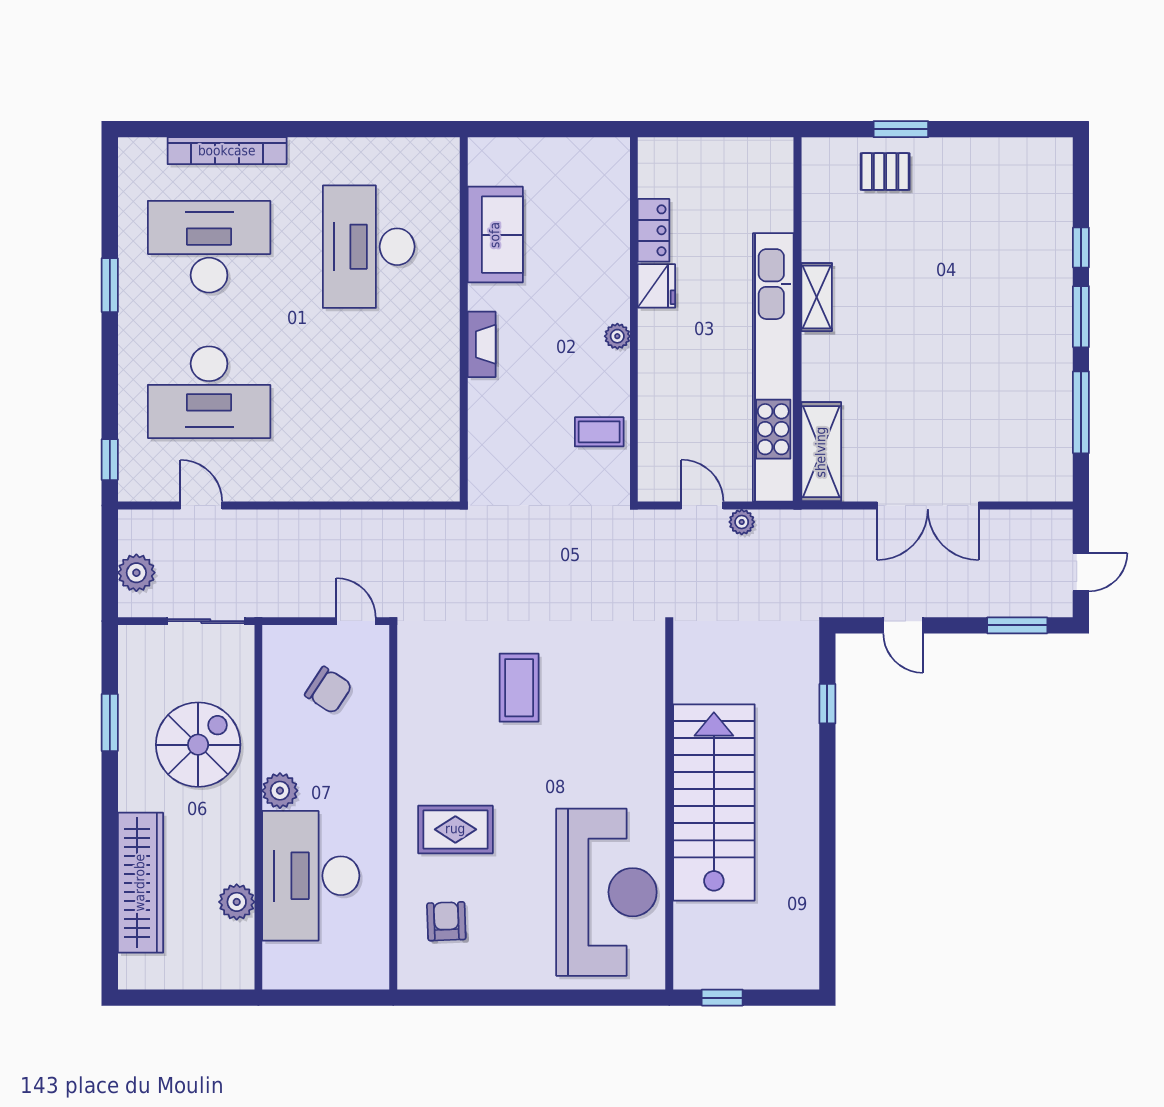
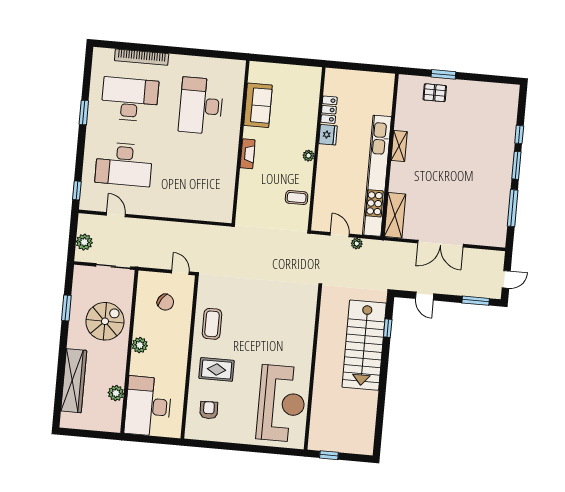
coffee table: (519, 688) -> (212, 324), moved
stairs: (714, 802) -> (364, 345), moved, turned 180
desk: (311, 876) -> (148, 406), moved

